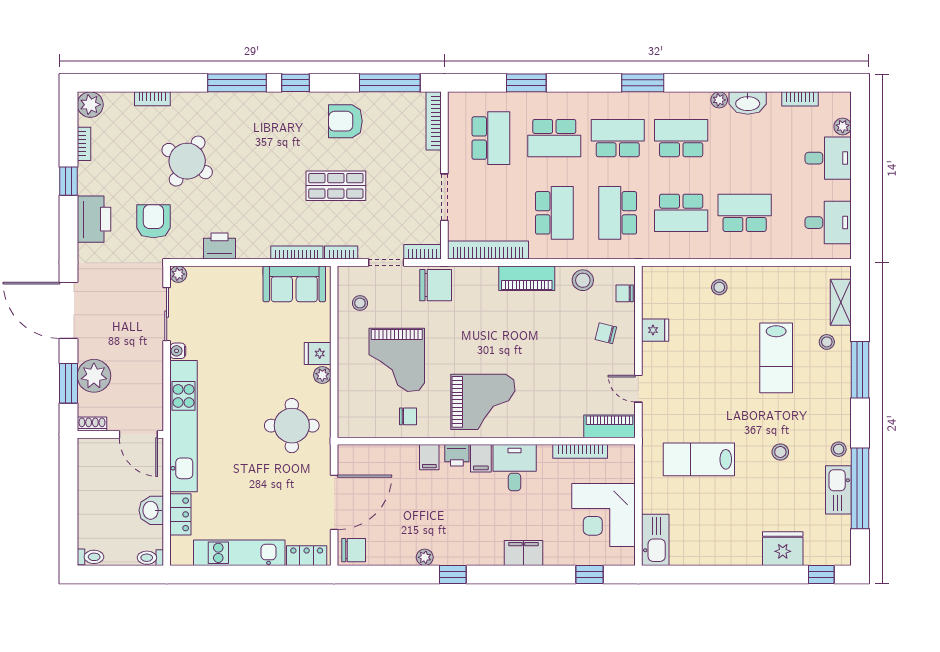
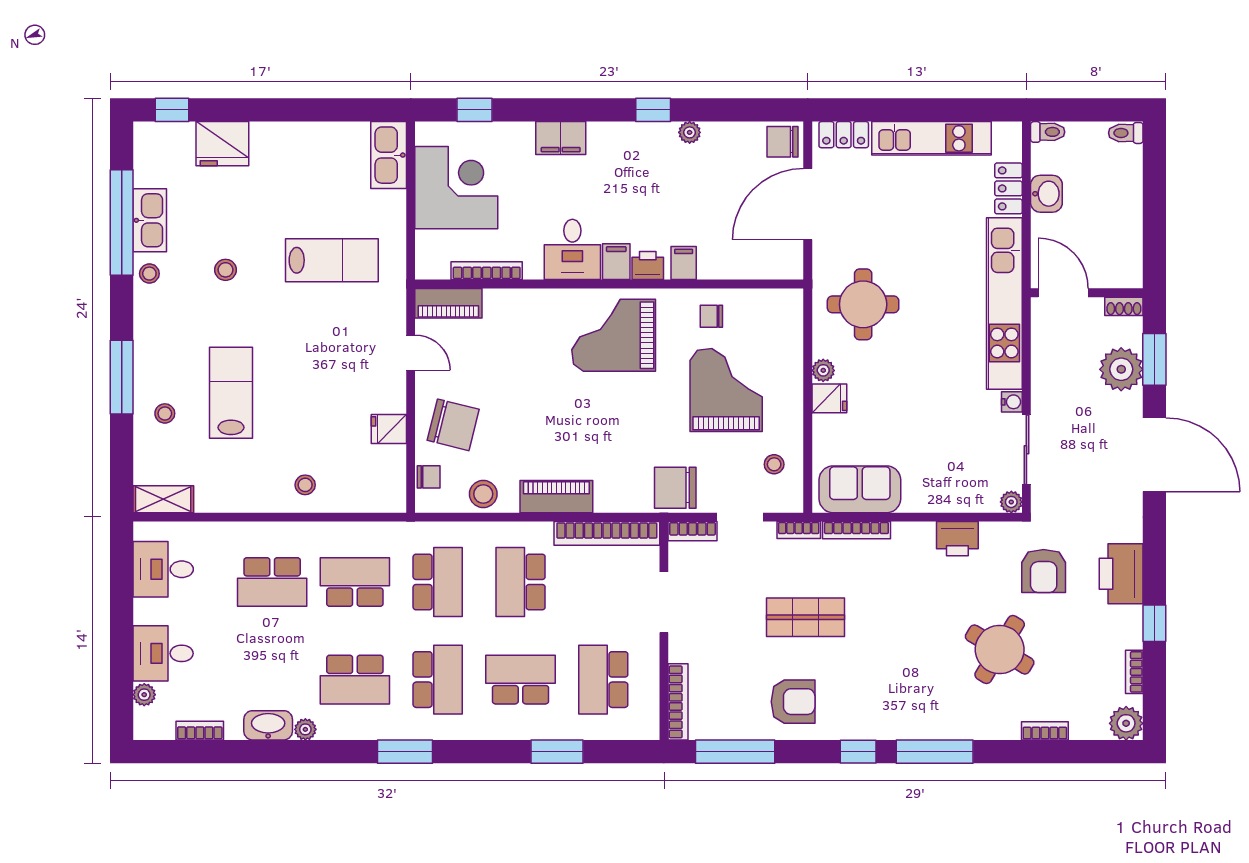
school desk: (618, 138) -> (438, 680), turned -90
shelving: (841, 302) -> (163, 499), moved, turned 90
chair: (606, 333) -> (453, 425), width x1.87, depth x1.87

